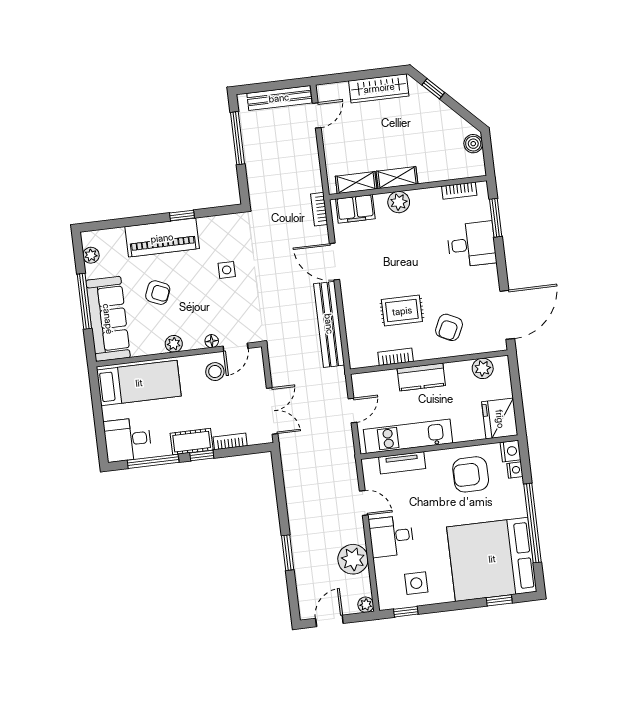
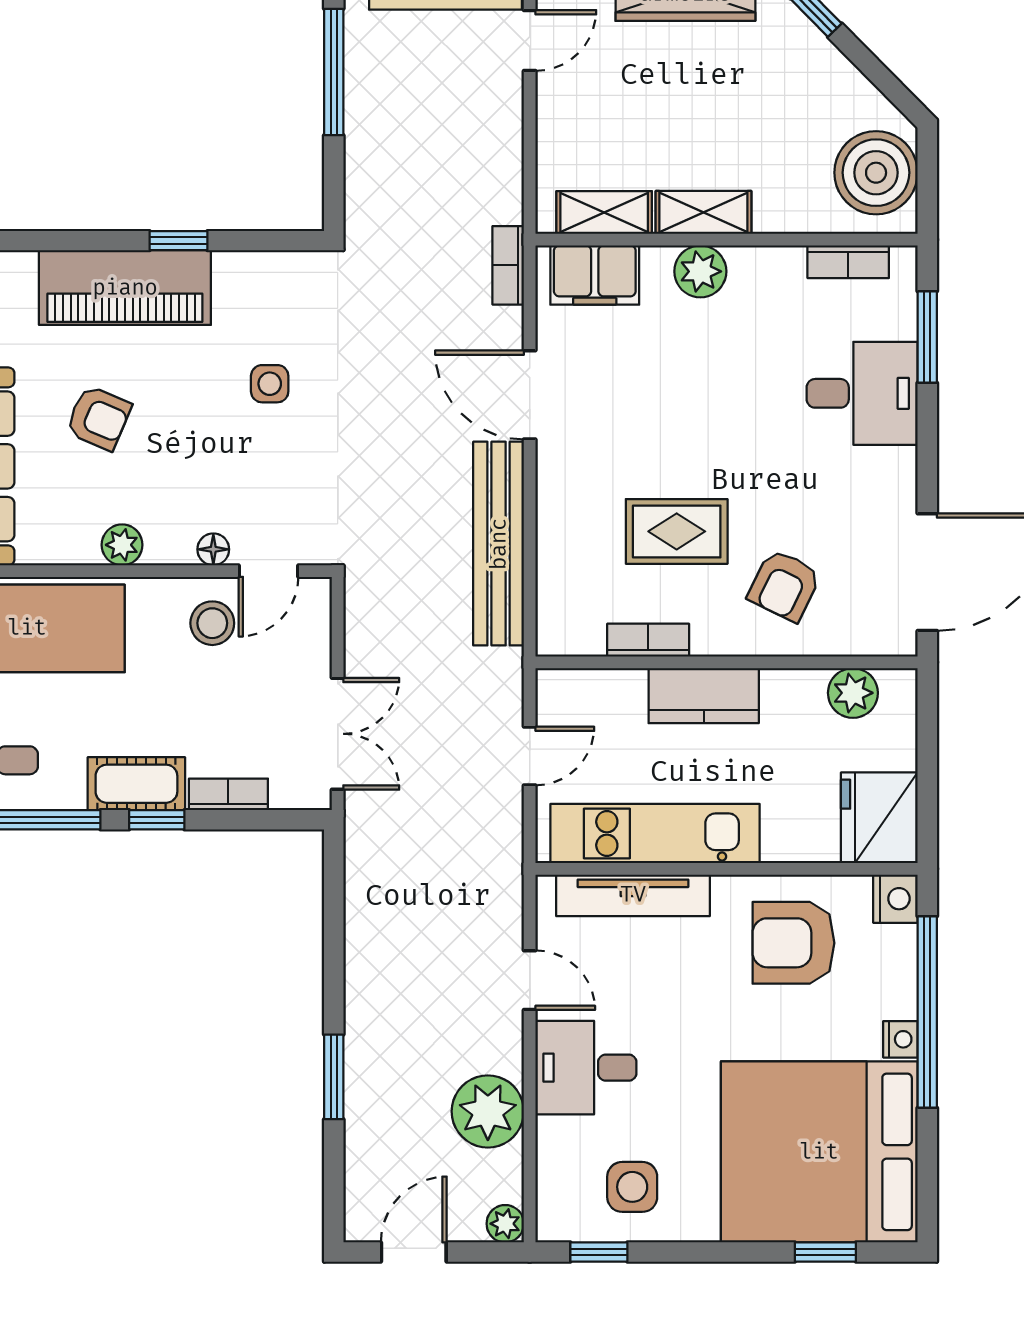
boiler: (473, 144) -> (876, 173), width x1.86, depth x1.86
tv unit: (402, 463) -> (633, 895), width x1.41
nightstand: (515, 470) -> (900, 1039), moved
window: (533, 523) -> (927, 1012), moved

